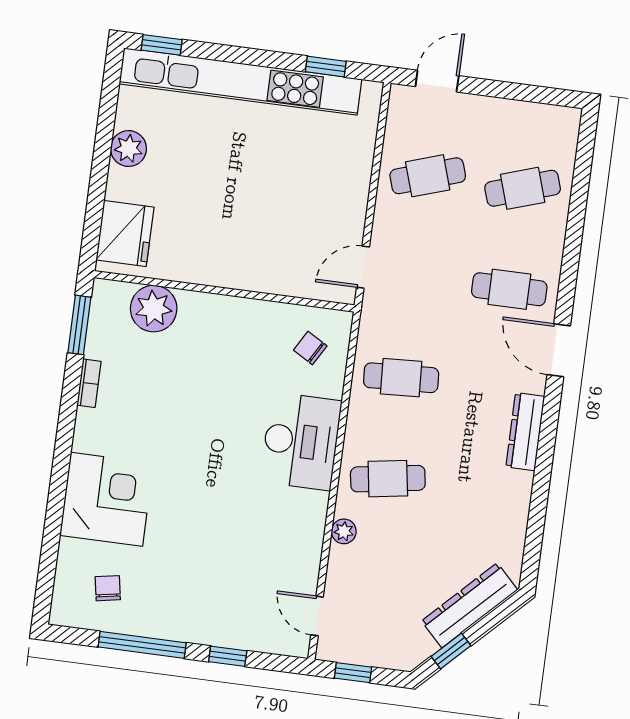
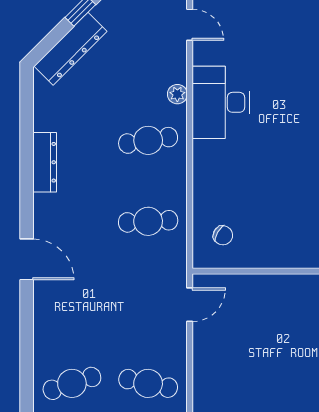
cafe table: (428, 176) -> (148, 383), turned 30
cafe table: (509, 289) -> (72, 302), removed
dresser: (525, 432) -> (45, 162), moved
desk: (301, 441) -> (221, 102), moved

